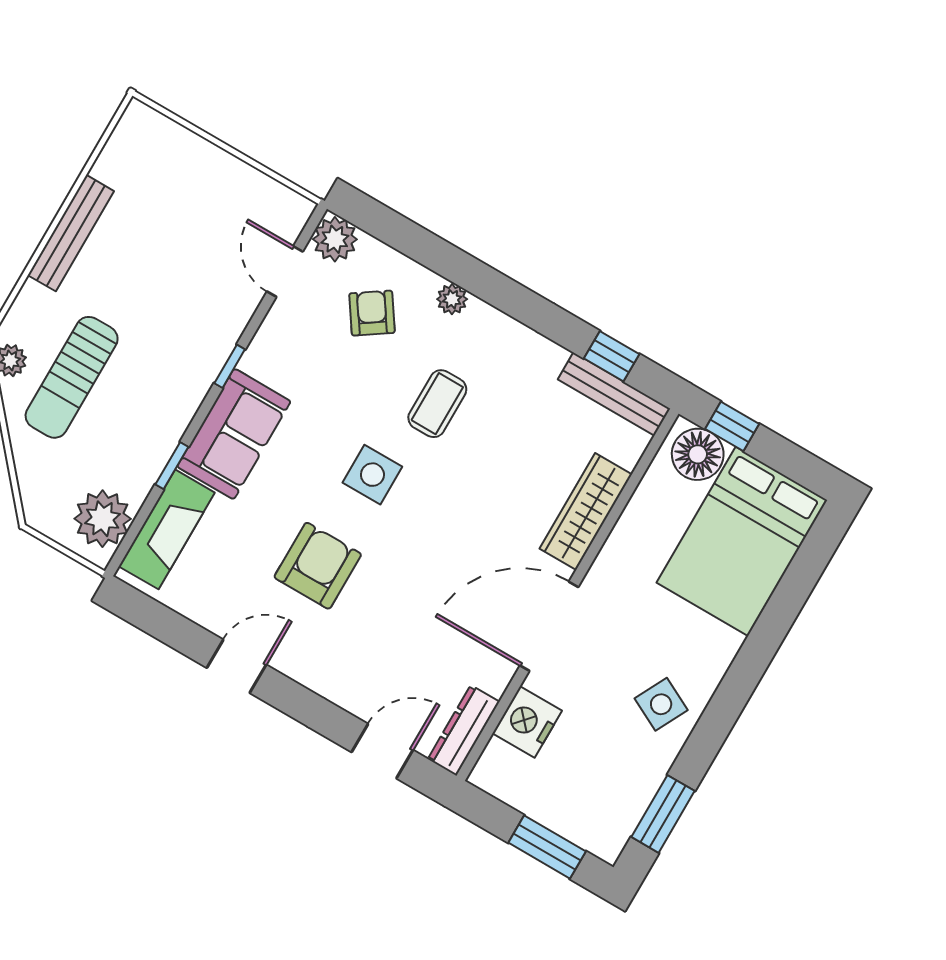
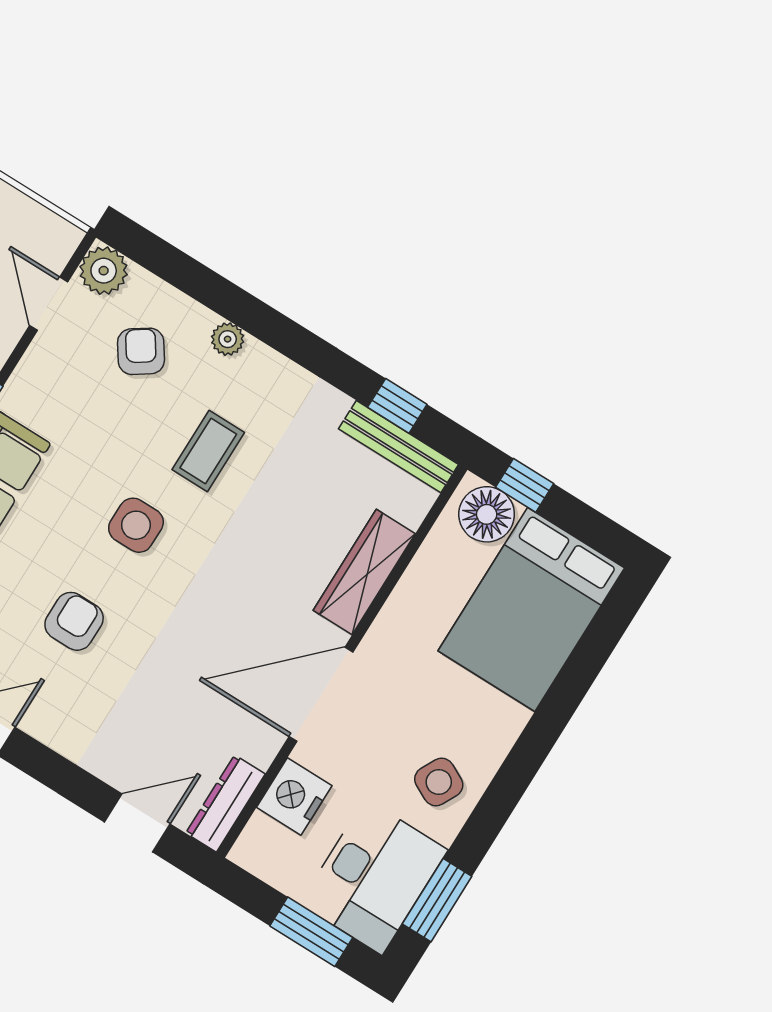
armchair: (318, 566) -> (74, 621), width x0.72, depth x0.72
desk: (603, 794) -> (374, 877), added

